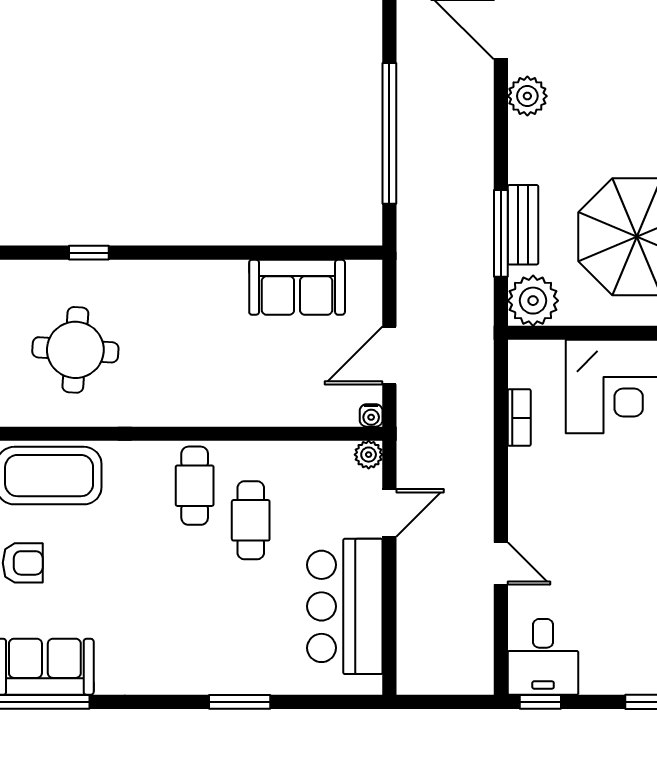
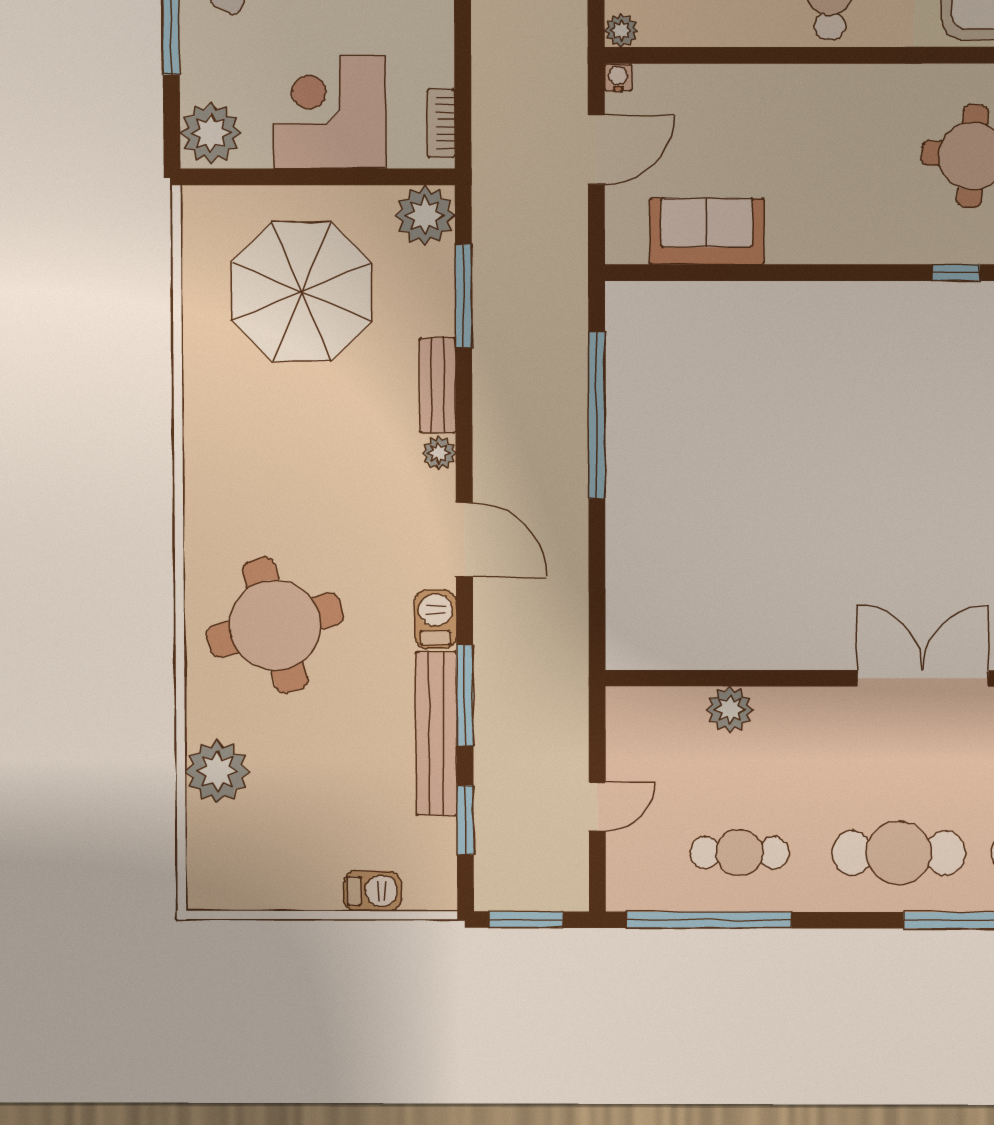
plant: (527, 96) -> (439, 453), width x0.73, depth x0.73
bench: (523, 225) -> (437, 385), moved
bookcase: (519, 418) -> (441, 123), moved

